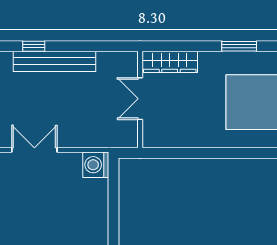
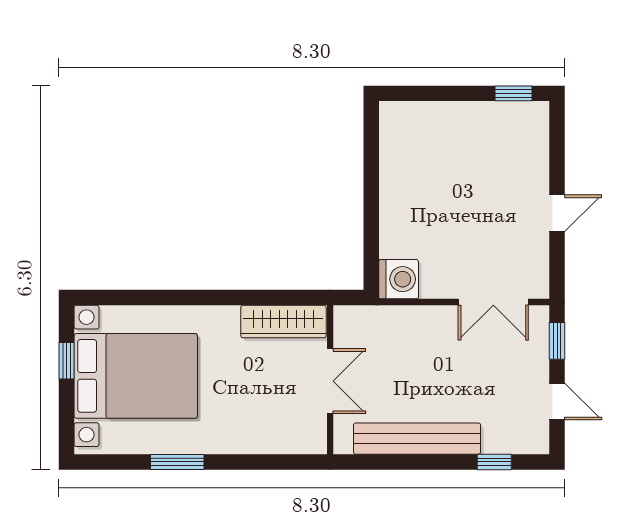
bench: (54, 61) -> (417, 439), moved
wardrobe: (170, 62) -> (283, 322), moved, turned 180

